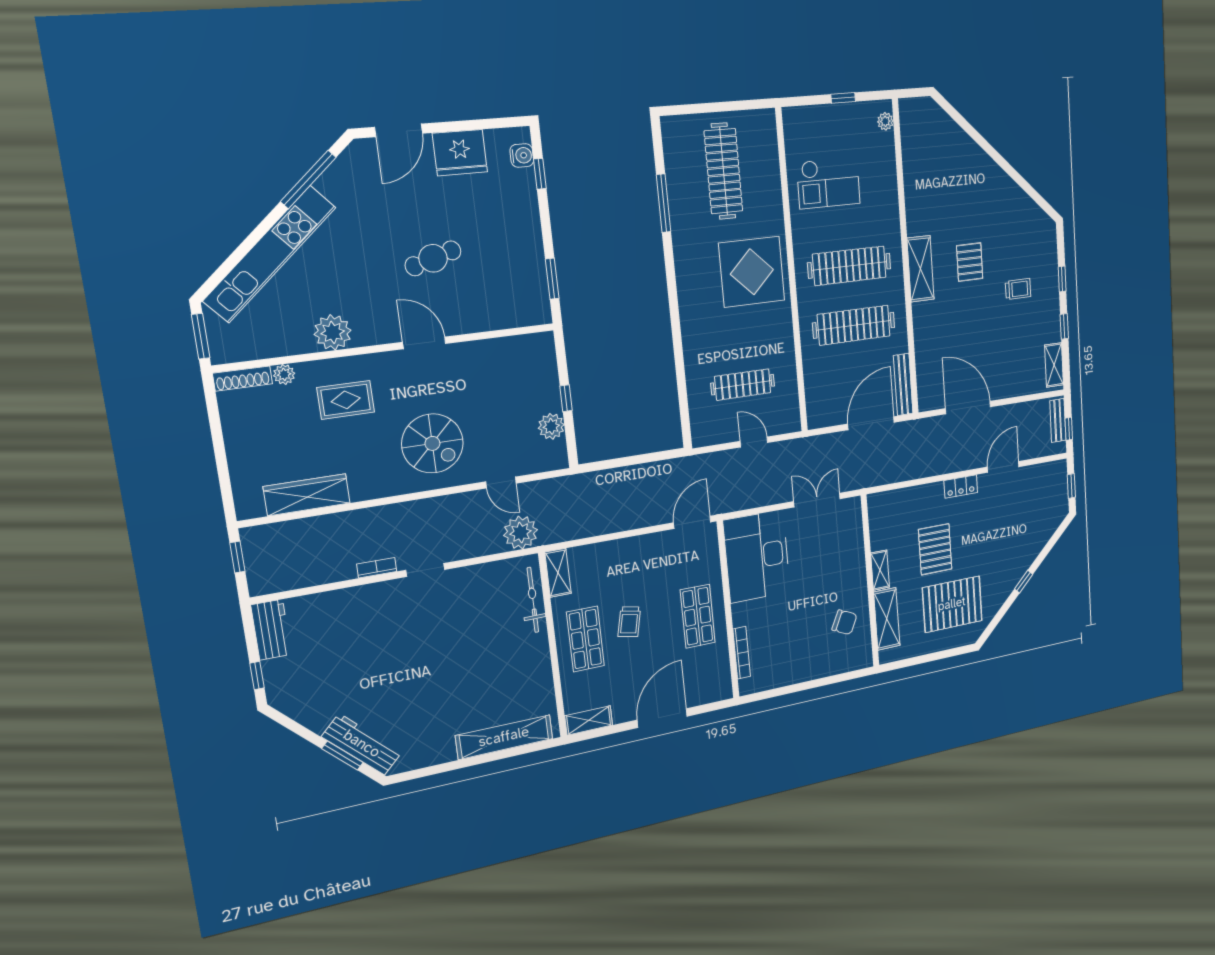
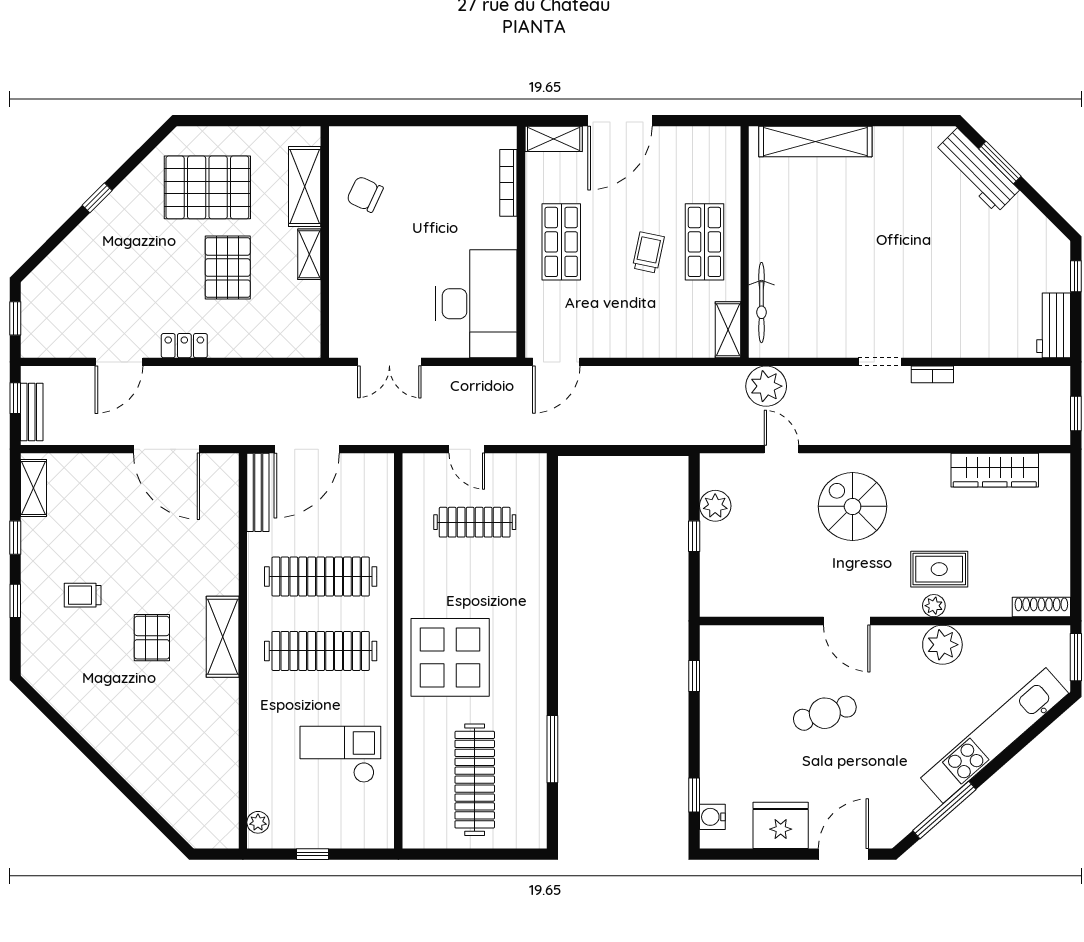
window: (552, 279) -> (694, 676), width x0.67
plant: (284, 374) -> (934, 606), moved
shelving: (589, 720) -> (554, 139), moved

